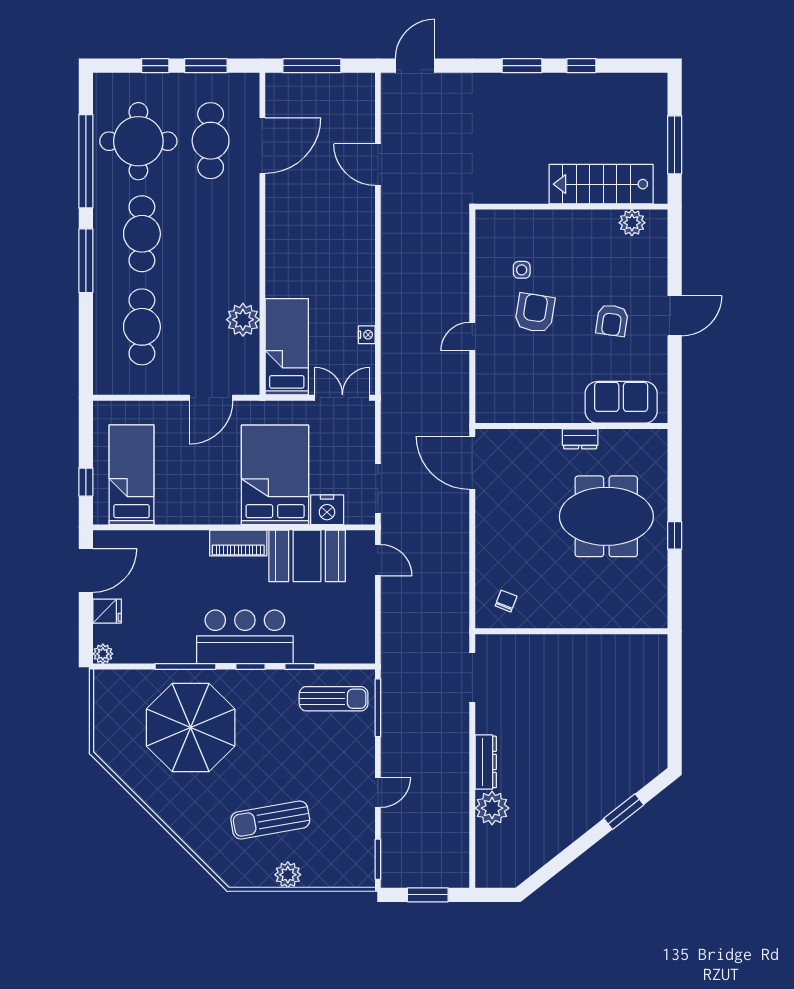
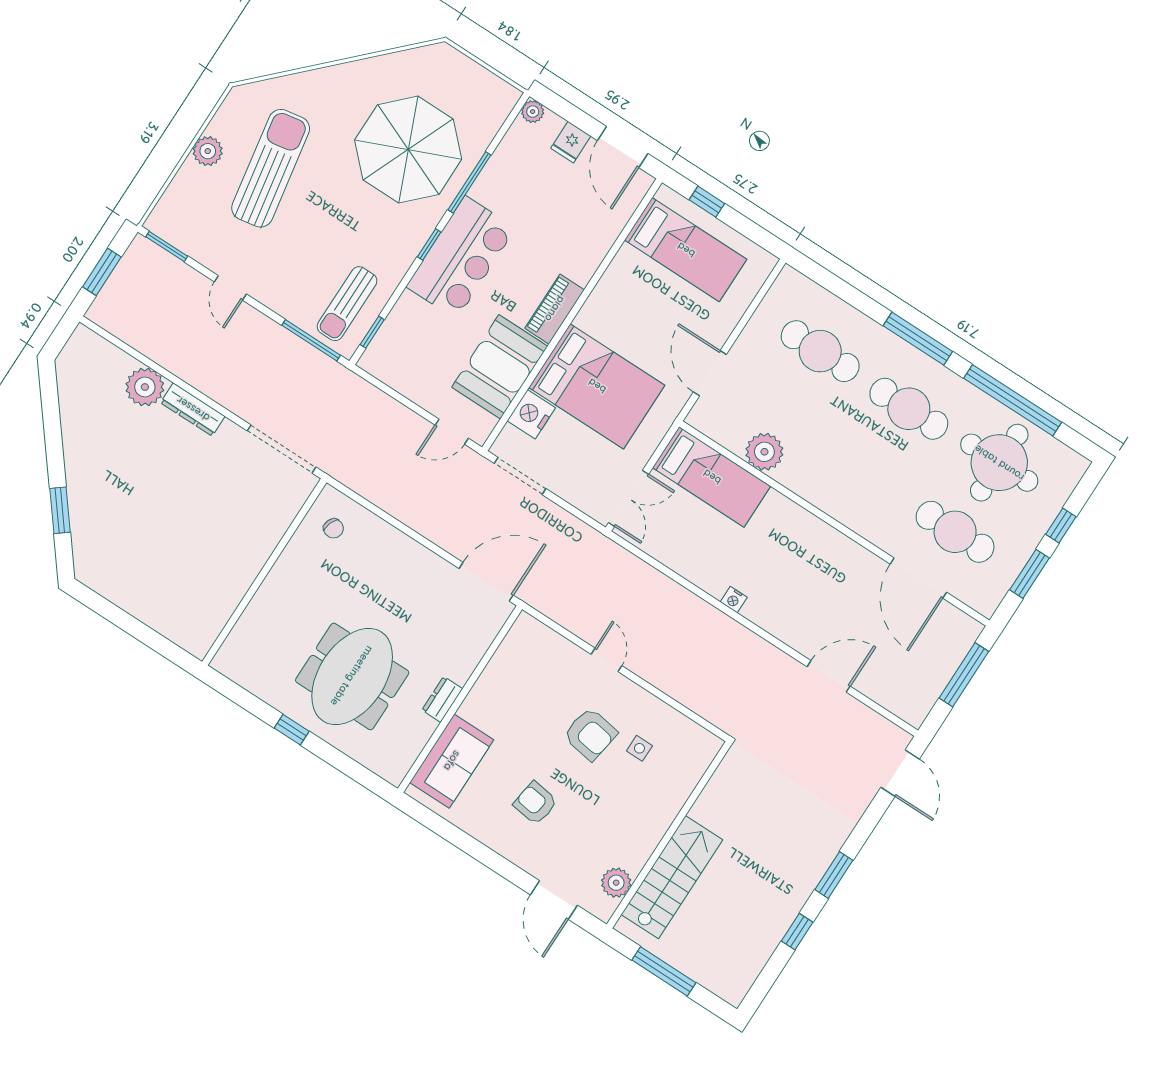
door: (675, 316) -> (554, 900), moved
nightstand: (367, 335) -> (734, 600), moved
window: (300, 667) -> (372, 332), moved
doorway: (472, 677) -> (282, 449), width x1.36
sun lounger: (270, 820) -> (271, 168), width x1.36, depth x1.34

